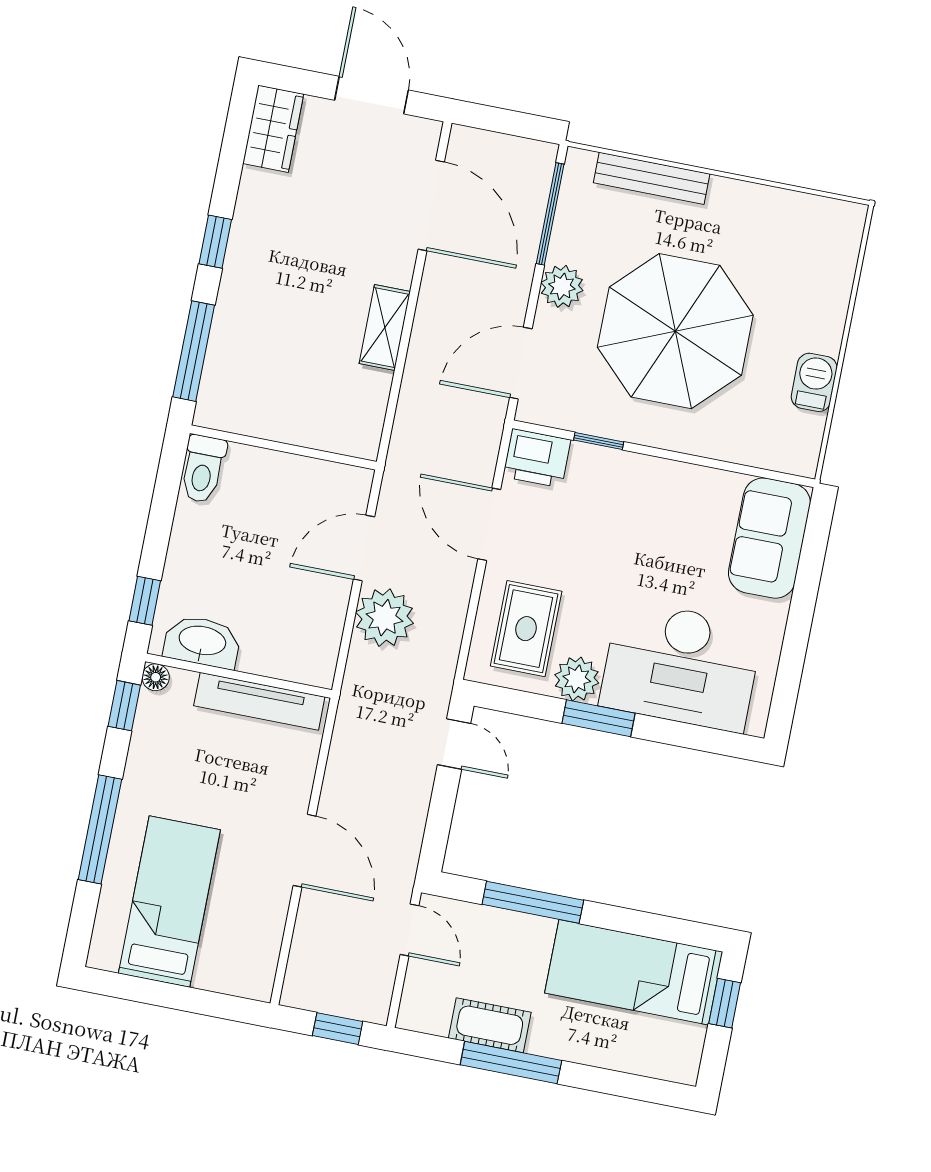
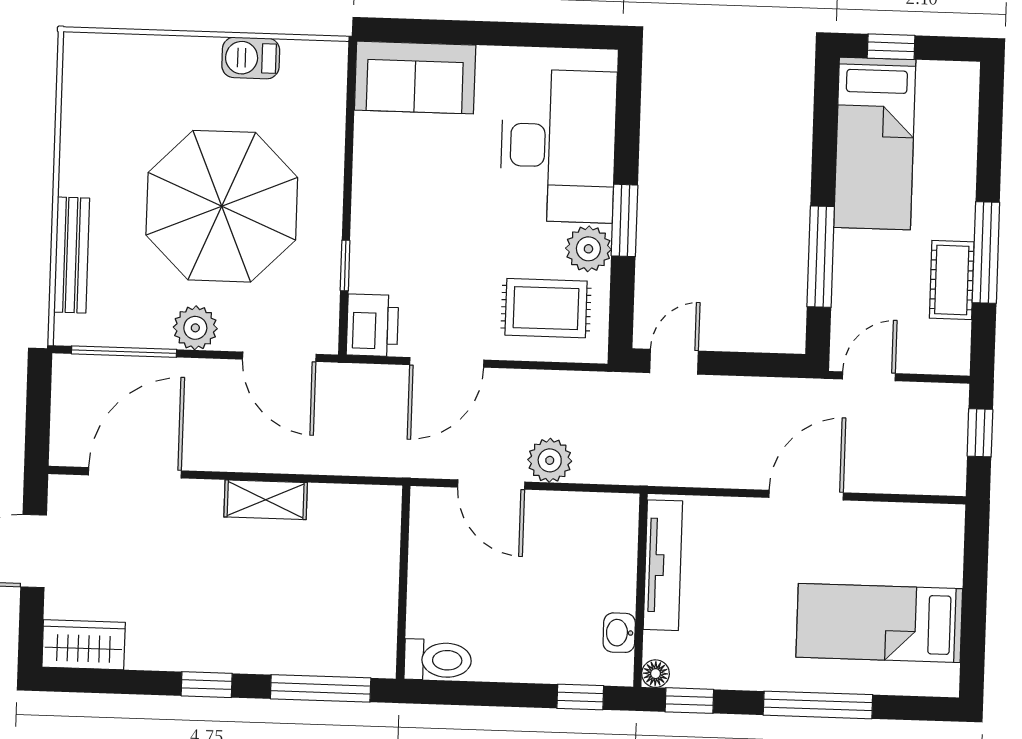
plant: (385, 618) -> (550, 460), width x0.73, depth x0.73
washbasin: (202, 642) -> (619, 633), width x0.52, depth x0.69

